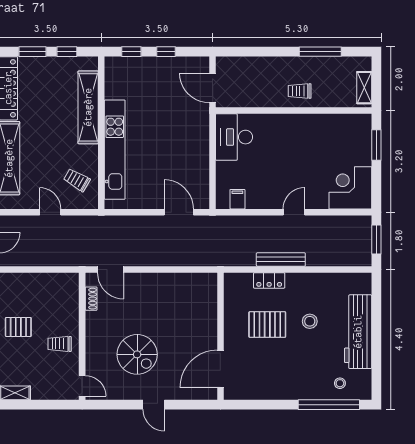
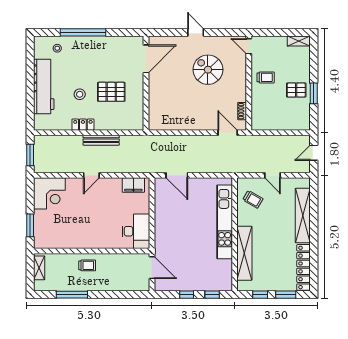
filing cabinet: (237, 199) -> (133, 185), width x2.00
locker: (269, 280) -> (83, 125), moved
window: (329, 405) -> (83, 32), moved

